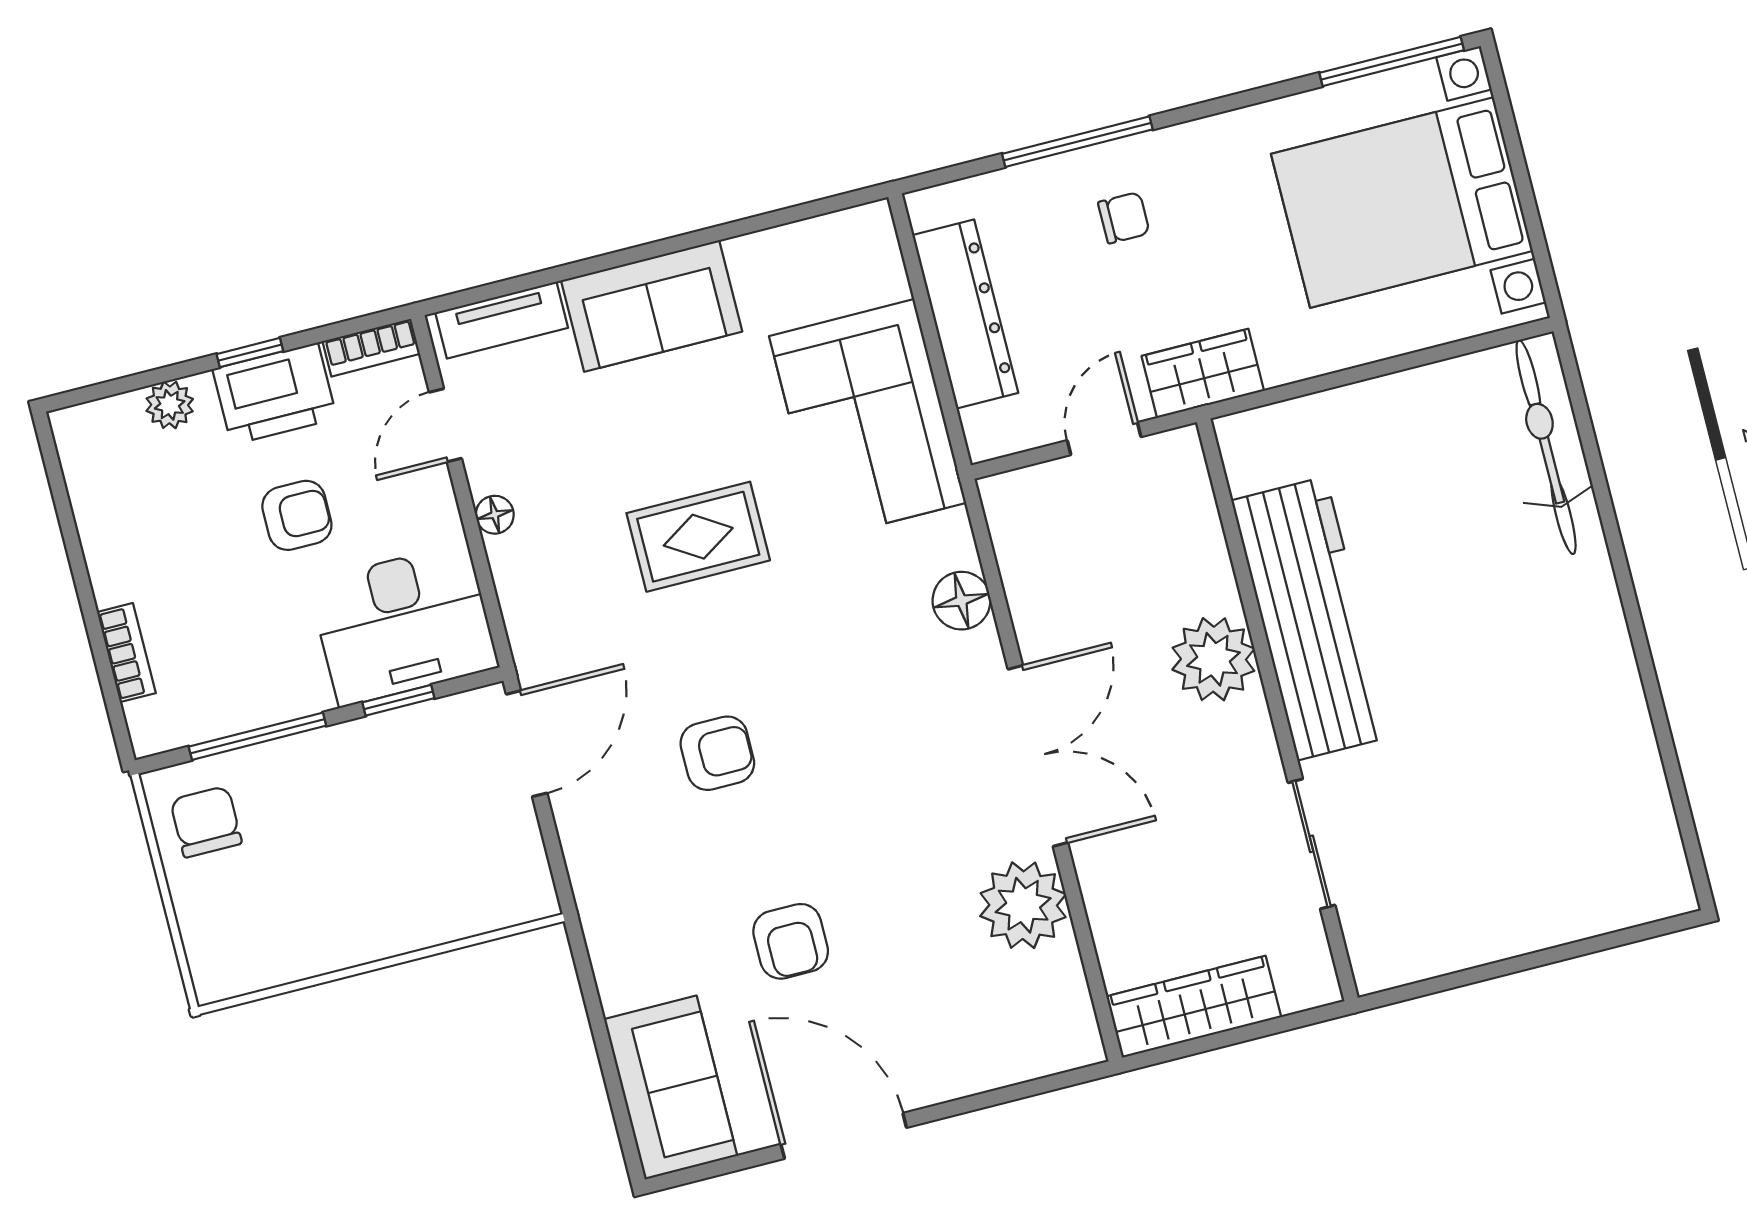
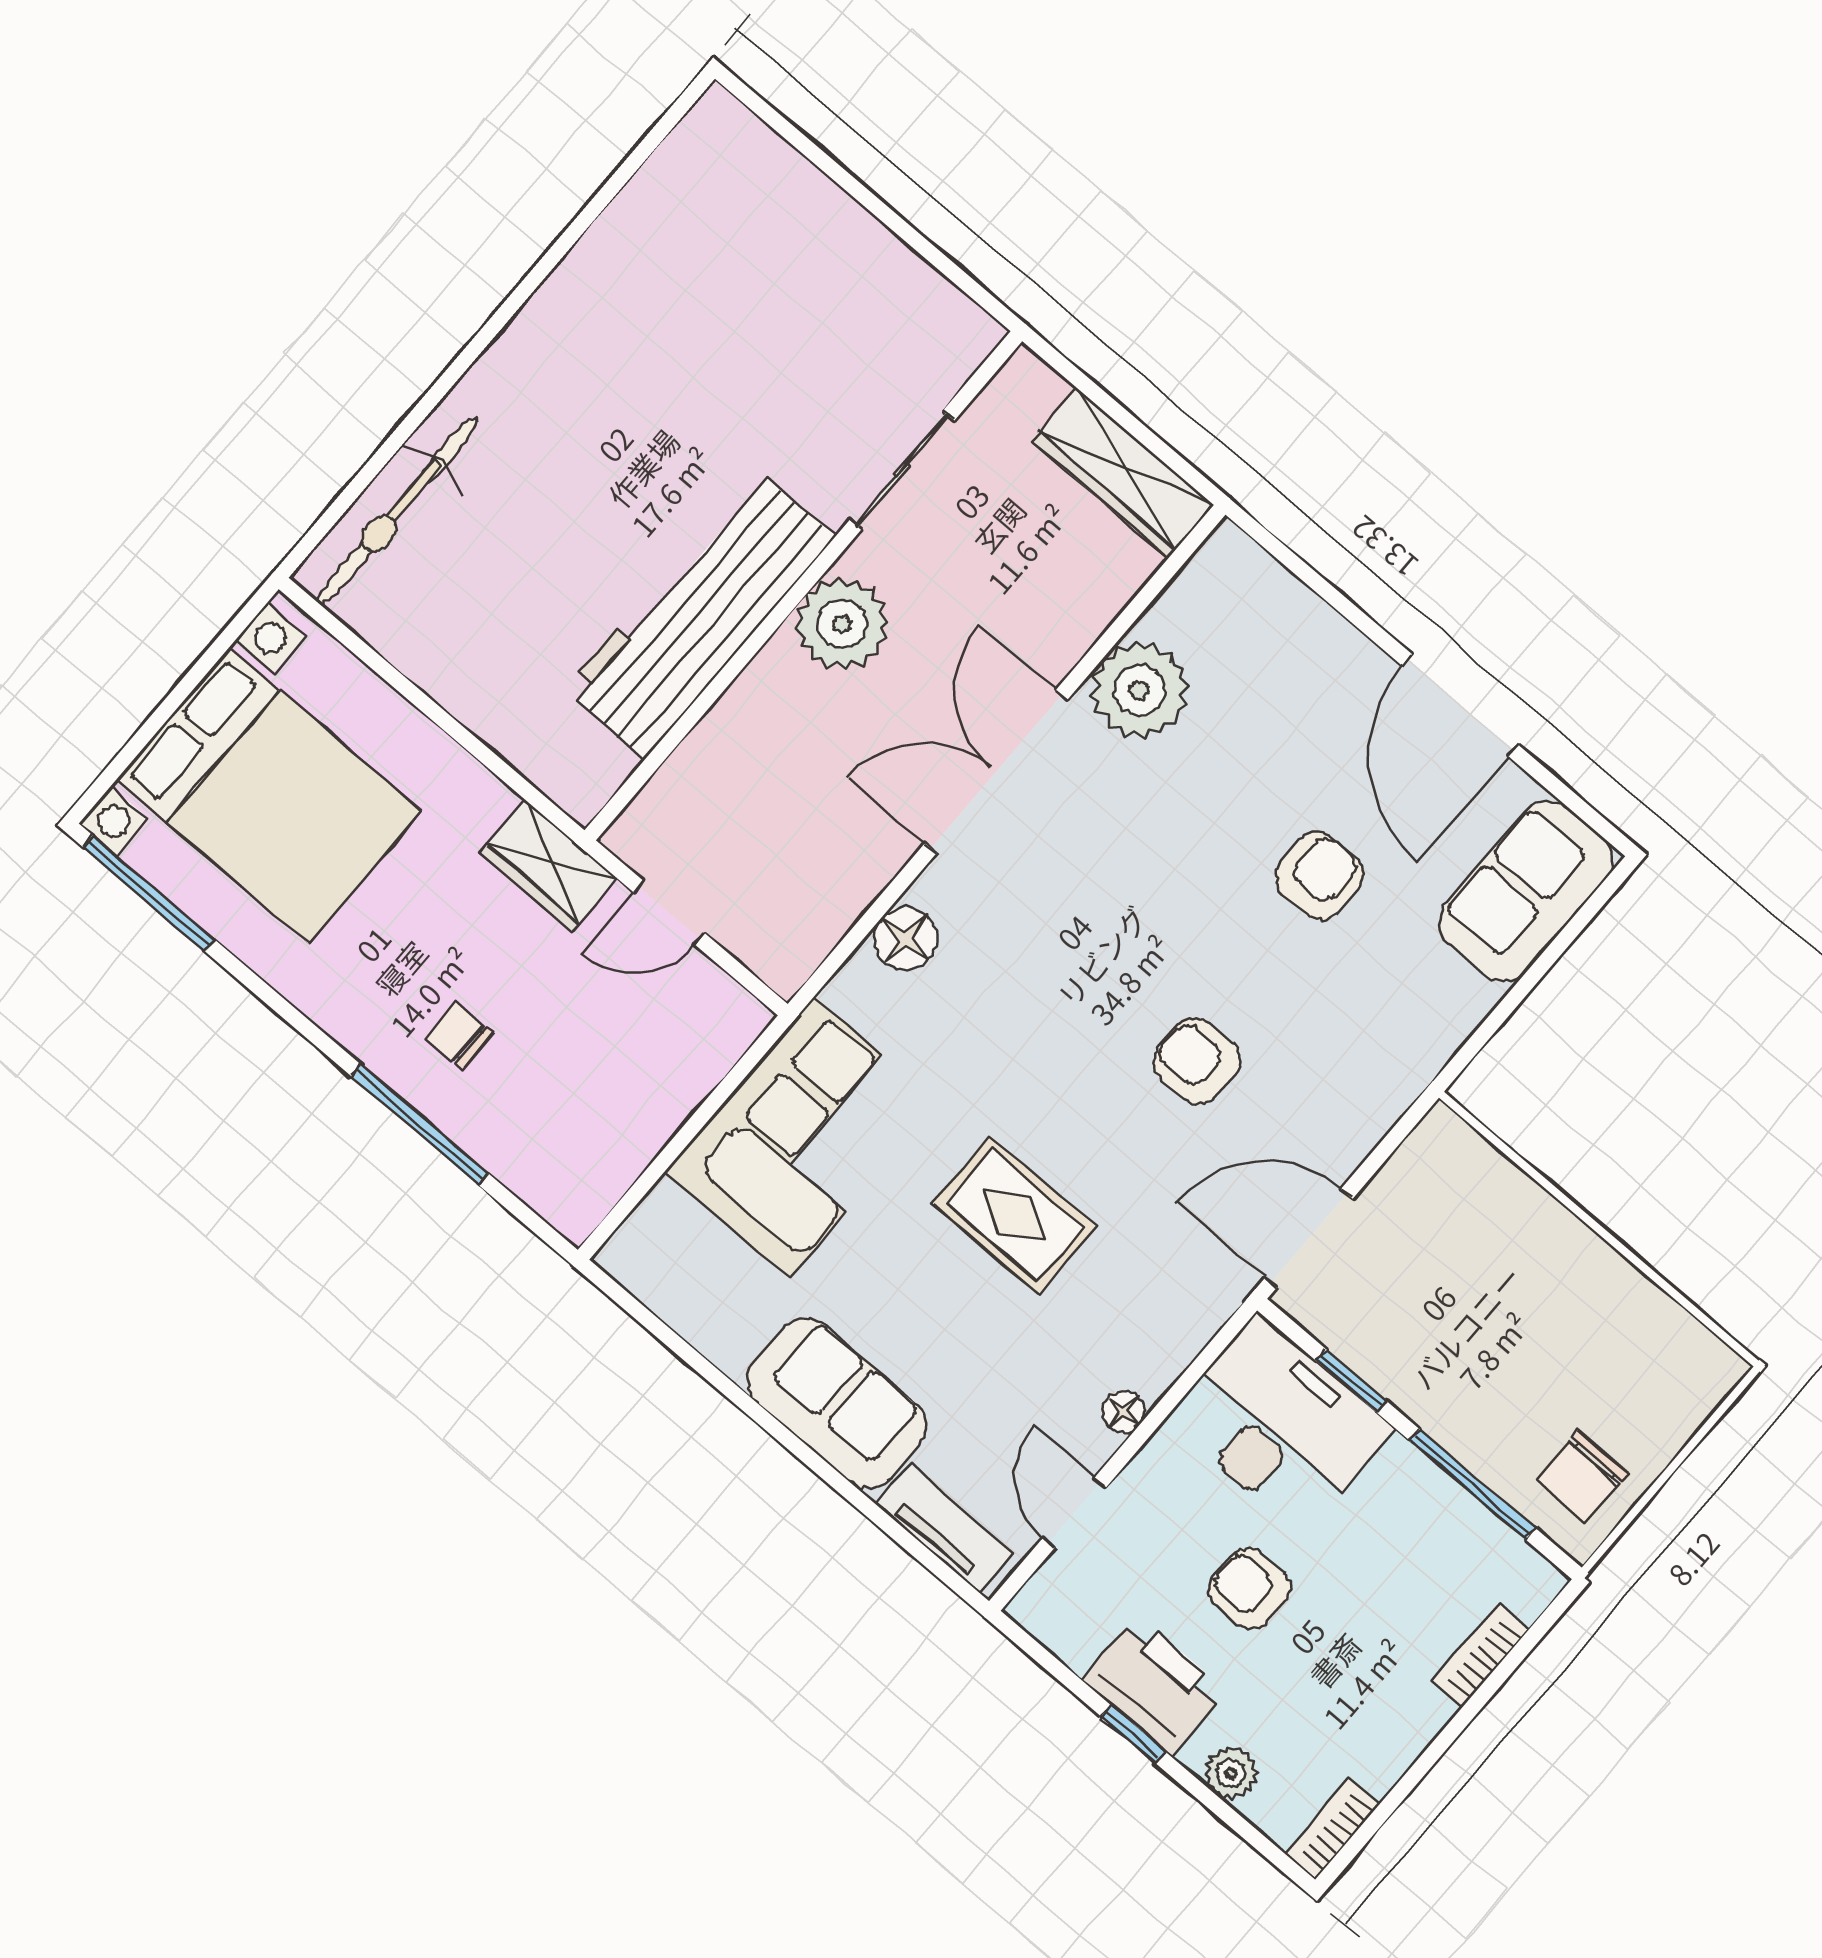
dresser: (965, 314) -> (646, 1117), removed
bookcase: (371, 348) -> (1333, 1828), moved, turned -90
door: (445, 425) -> (1075, 1513), swing flipped
plant: (1213, 659) -> (842, 624), moved

